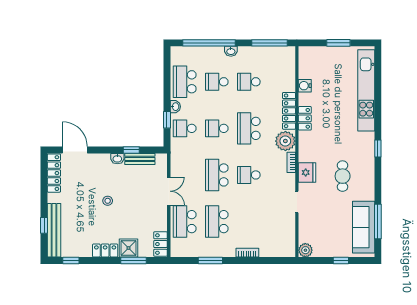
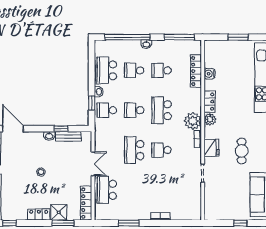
locker: (289, 111) -> (196, 71), moved
school desk: (217, 222) -> (134, 190), removed
locker: (160, 244) -> (86, 203), width x1.53
plant: (305, 250) -> (210, 119), moved

